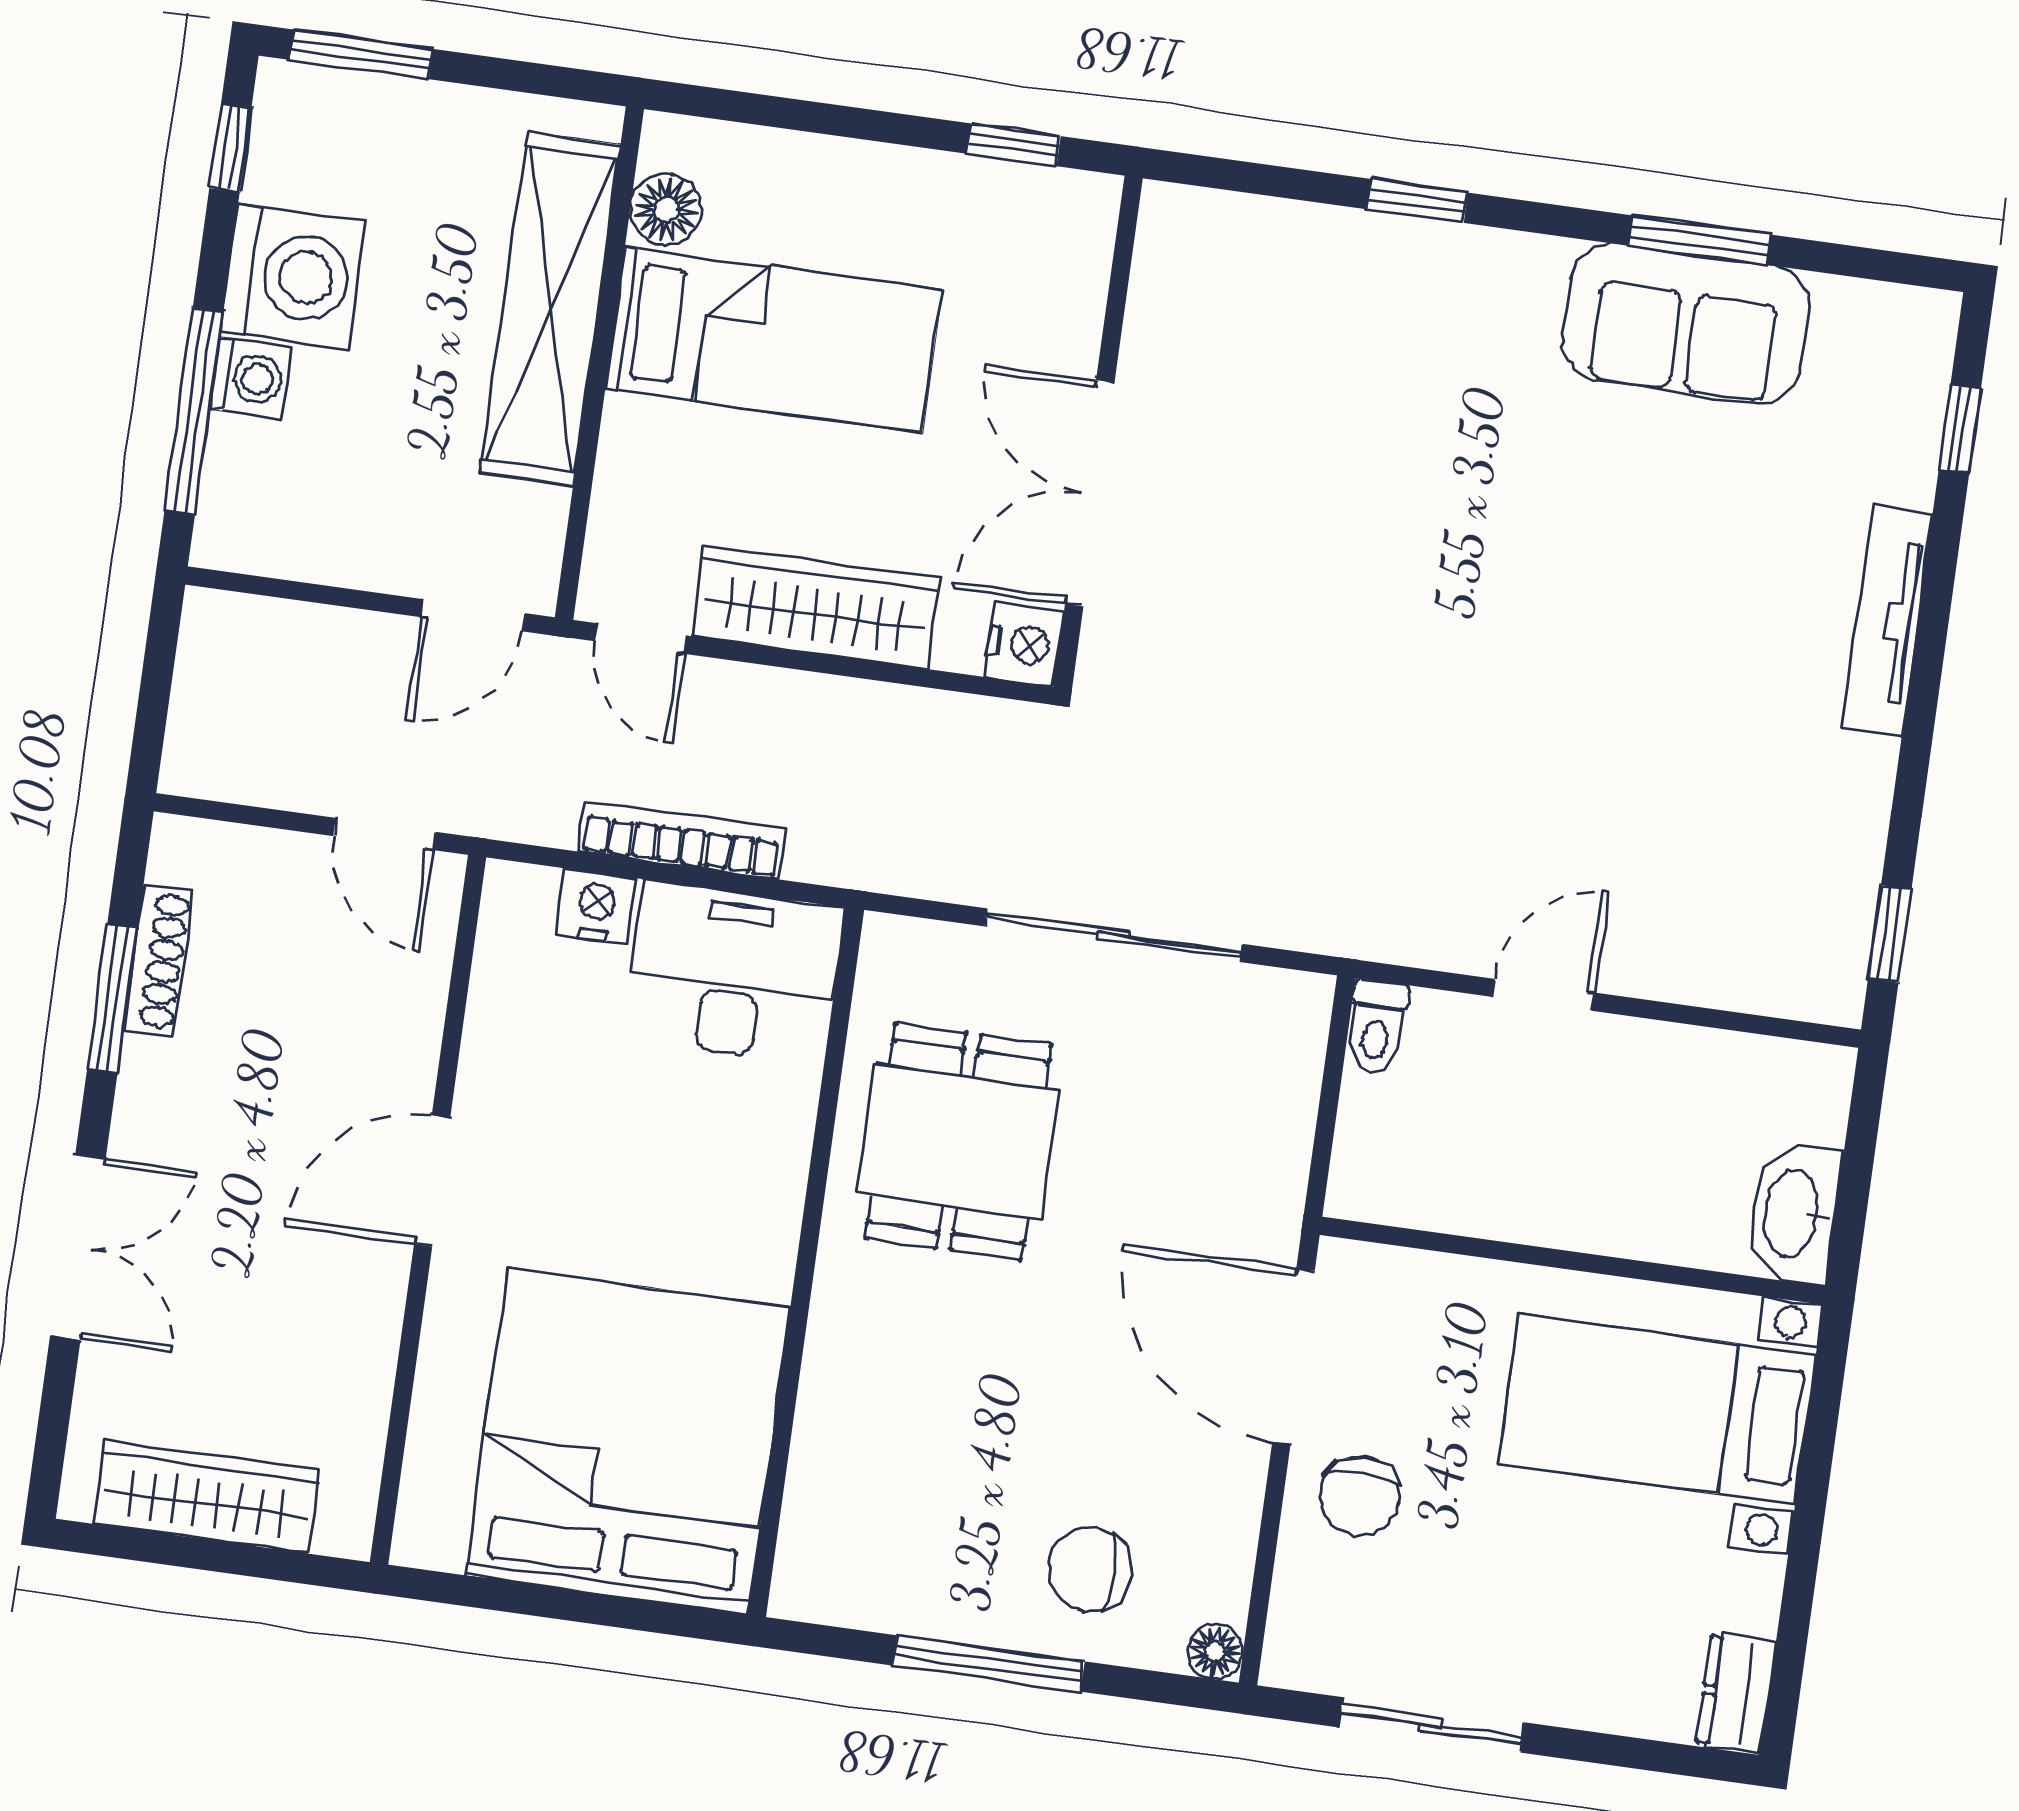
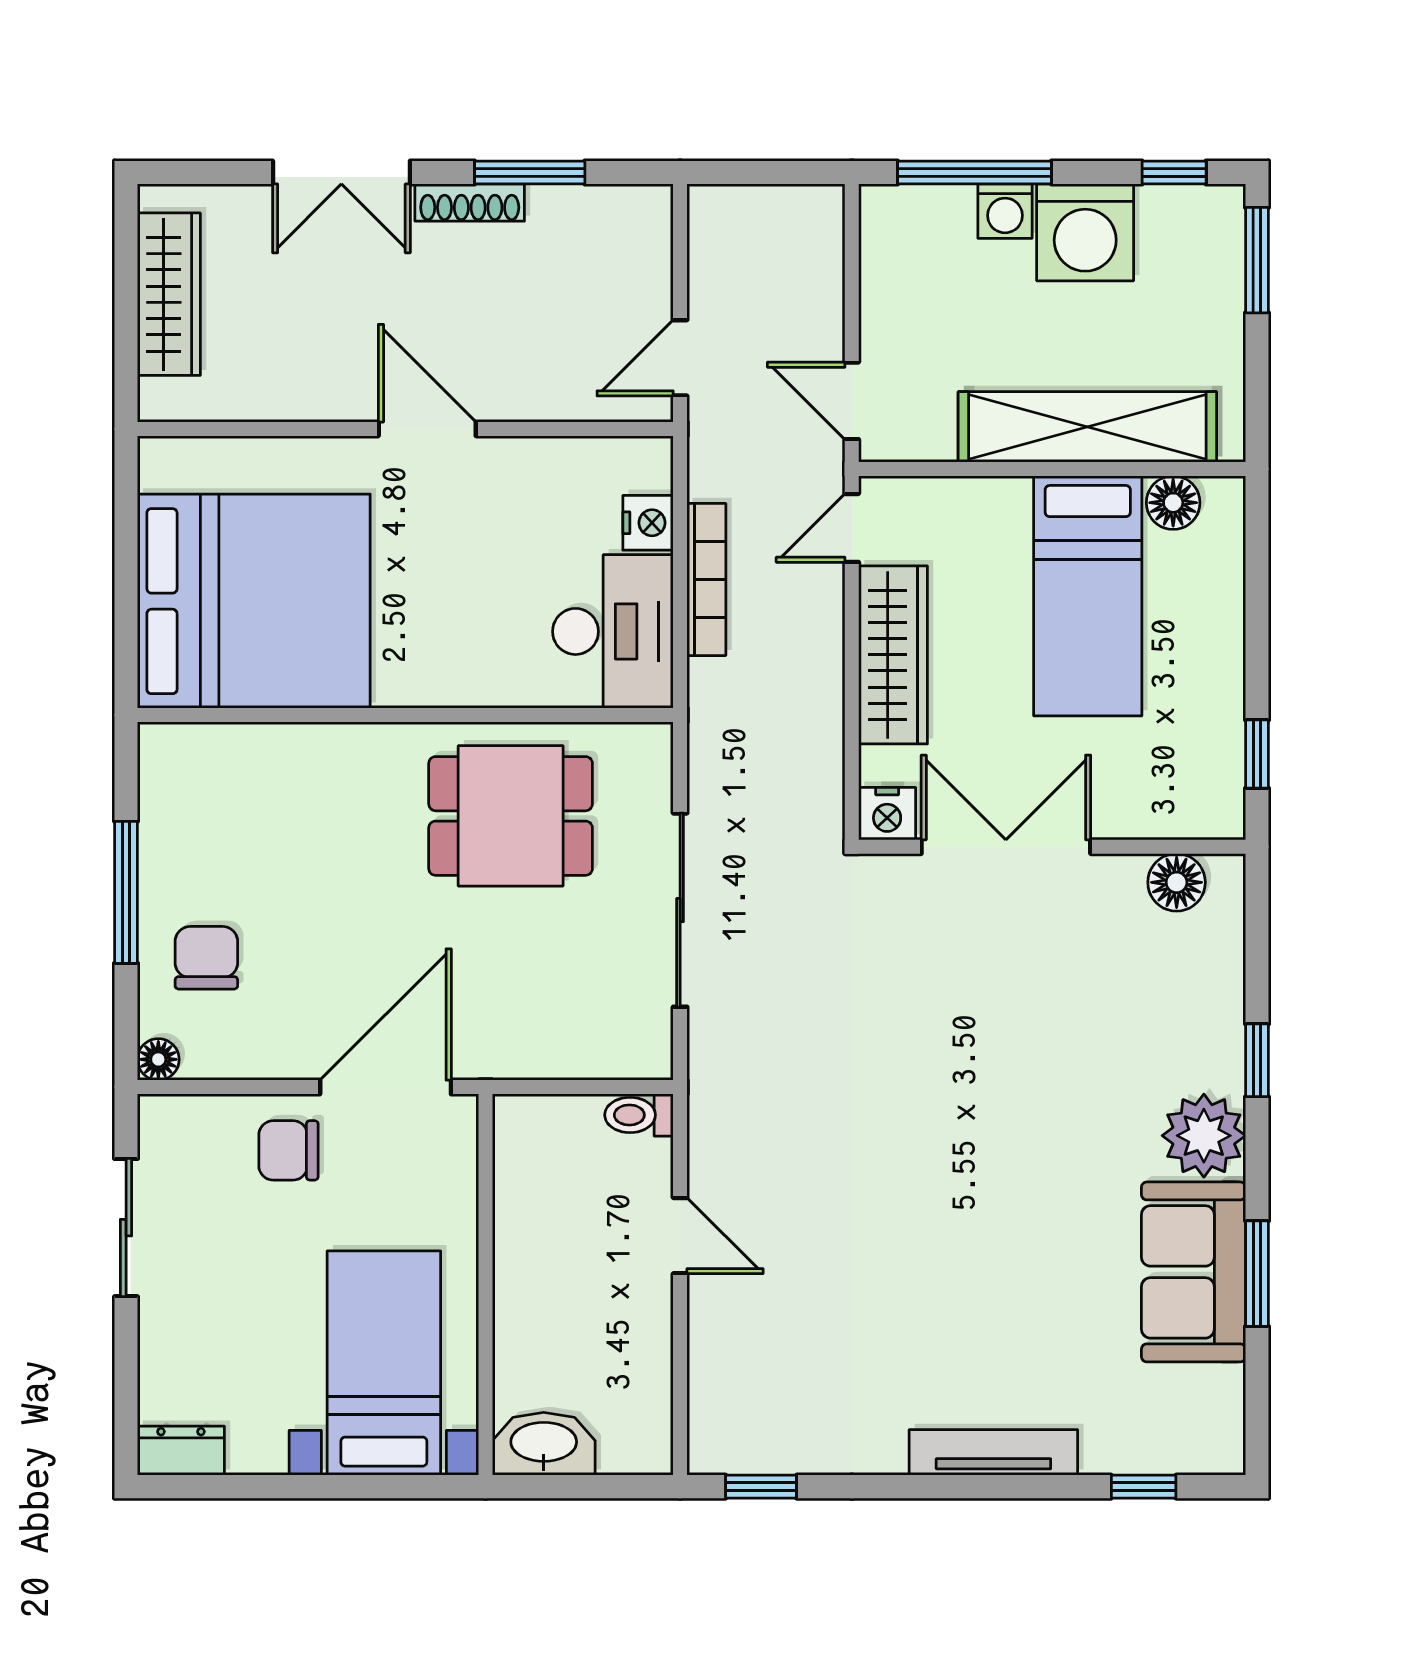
floor lamp: (1168, 275) -> (1177, 882), added
plant: (1507, 285) -> (1204, 1136), added
shoe rack: (158, 960) -> (470, 203), moved

